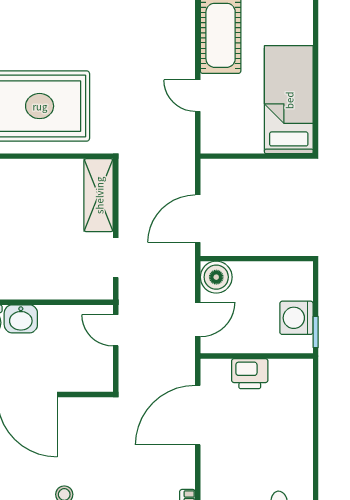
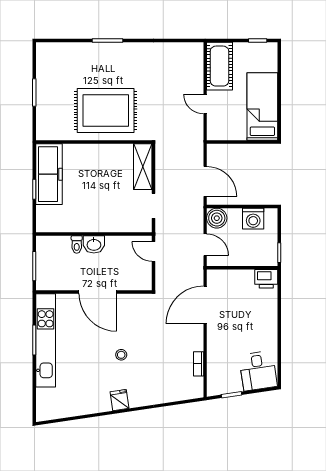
door: (198, 219) -> (205, 181), swing flipped
washing machine: (296, 318) -> (253, 219), moved, turned -90
door: (198, 319) -> (205, 245), hinge flipped
printer: (250, 374) -> (266, 279), moved

